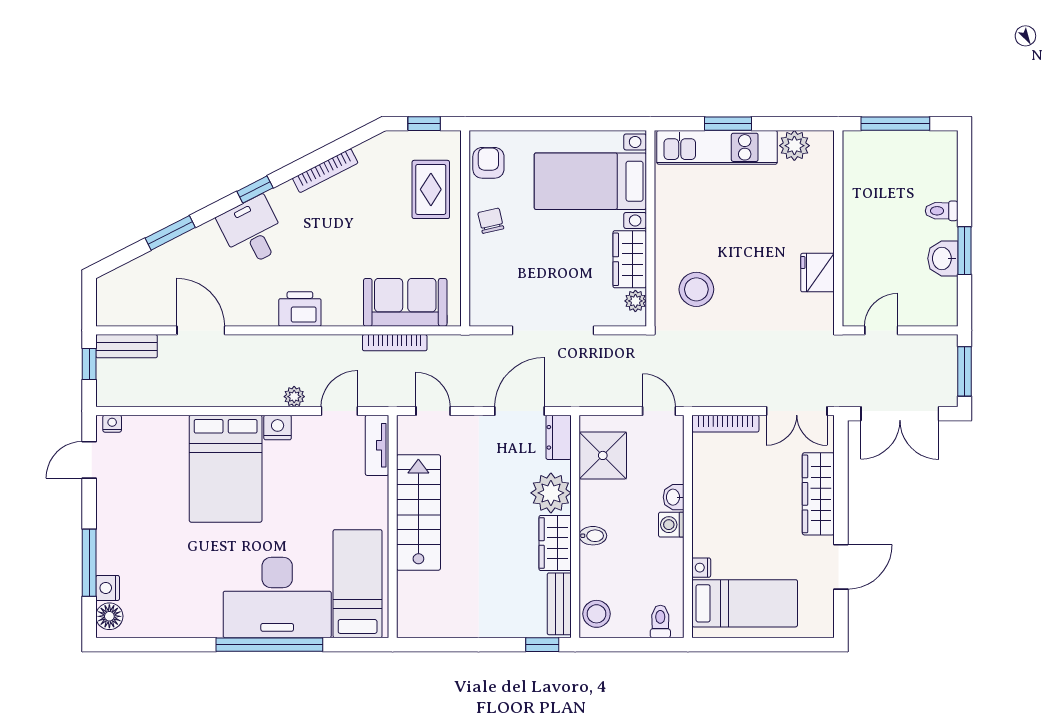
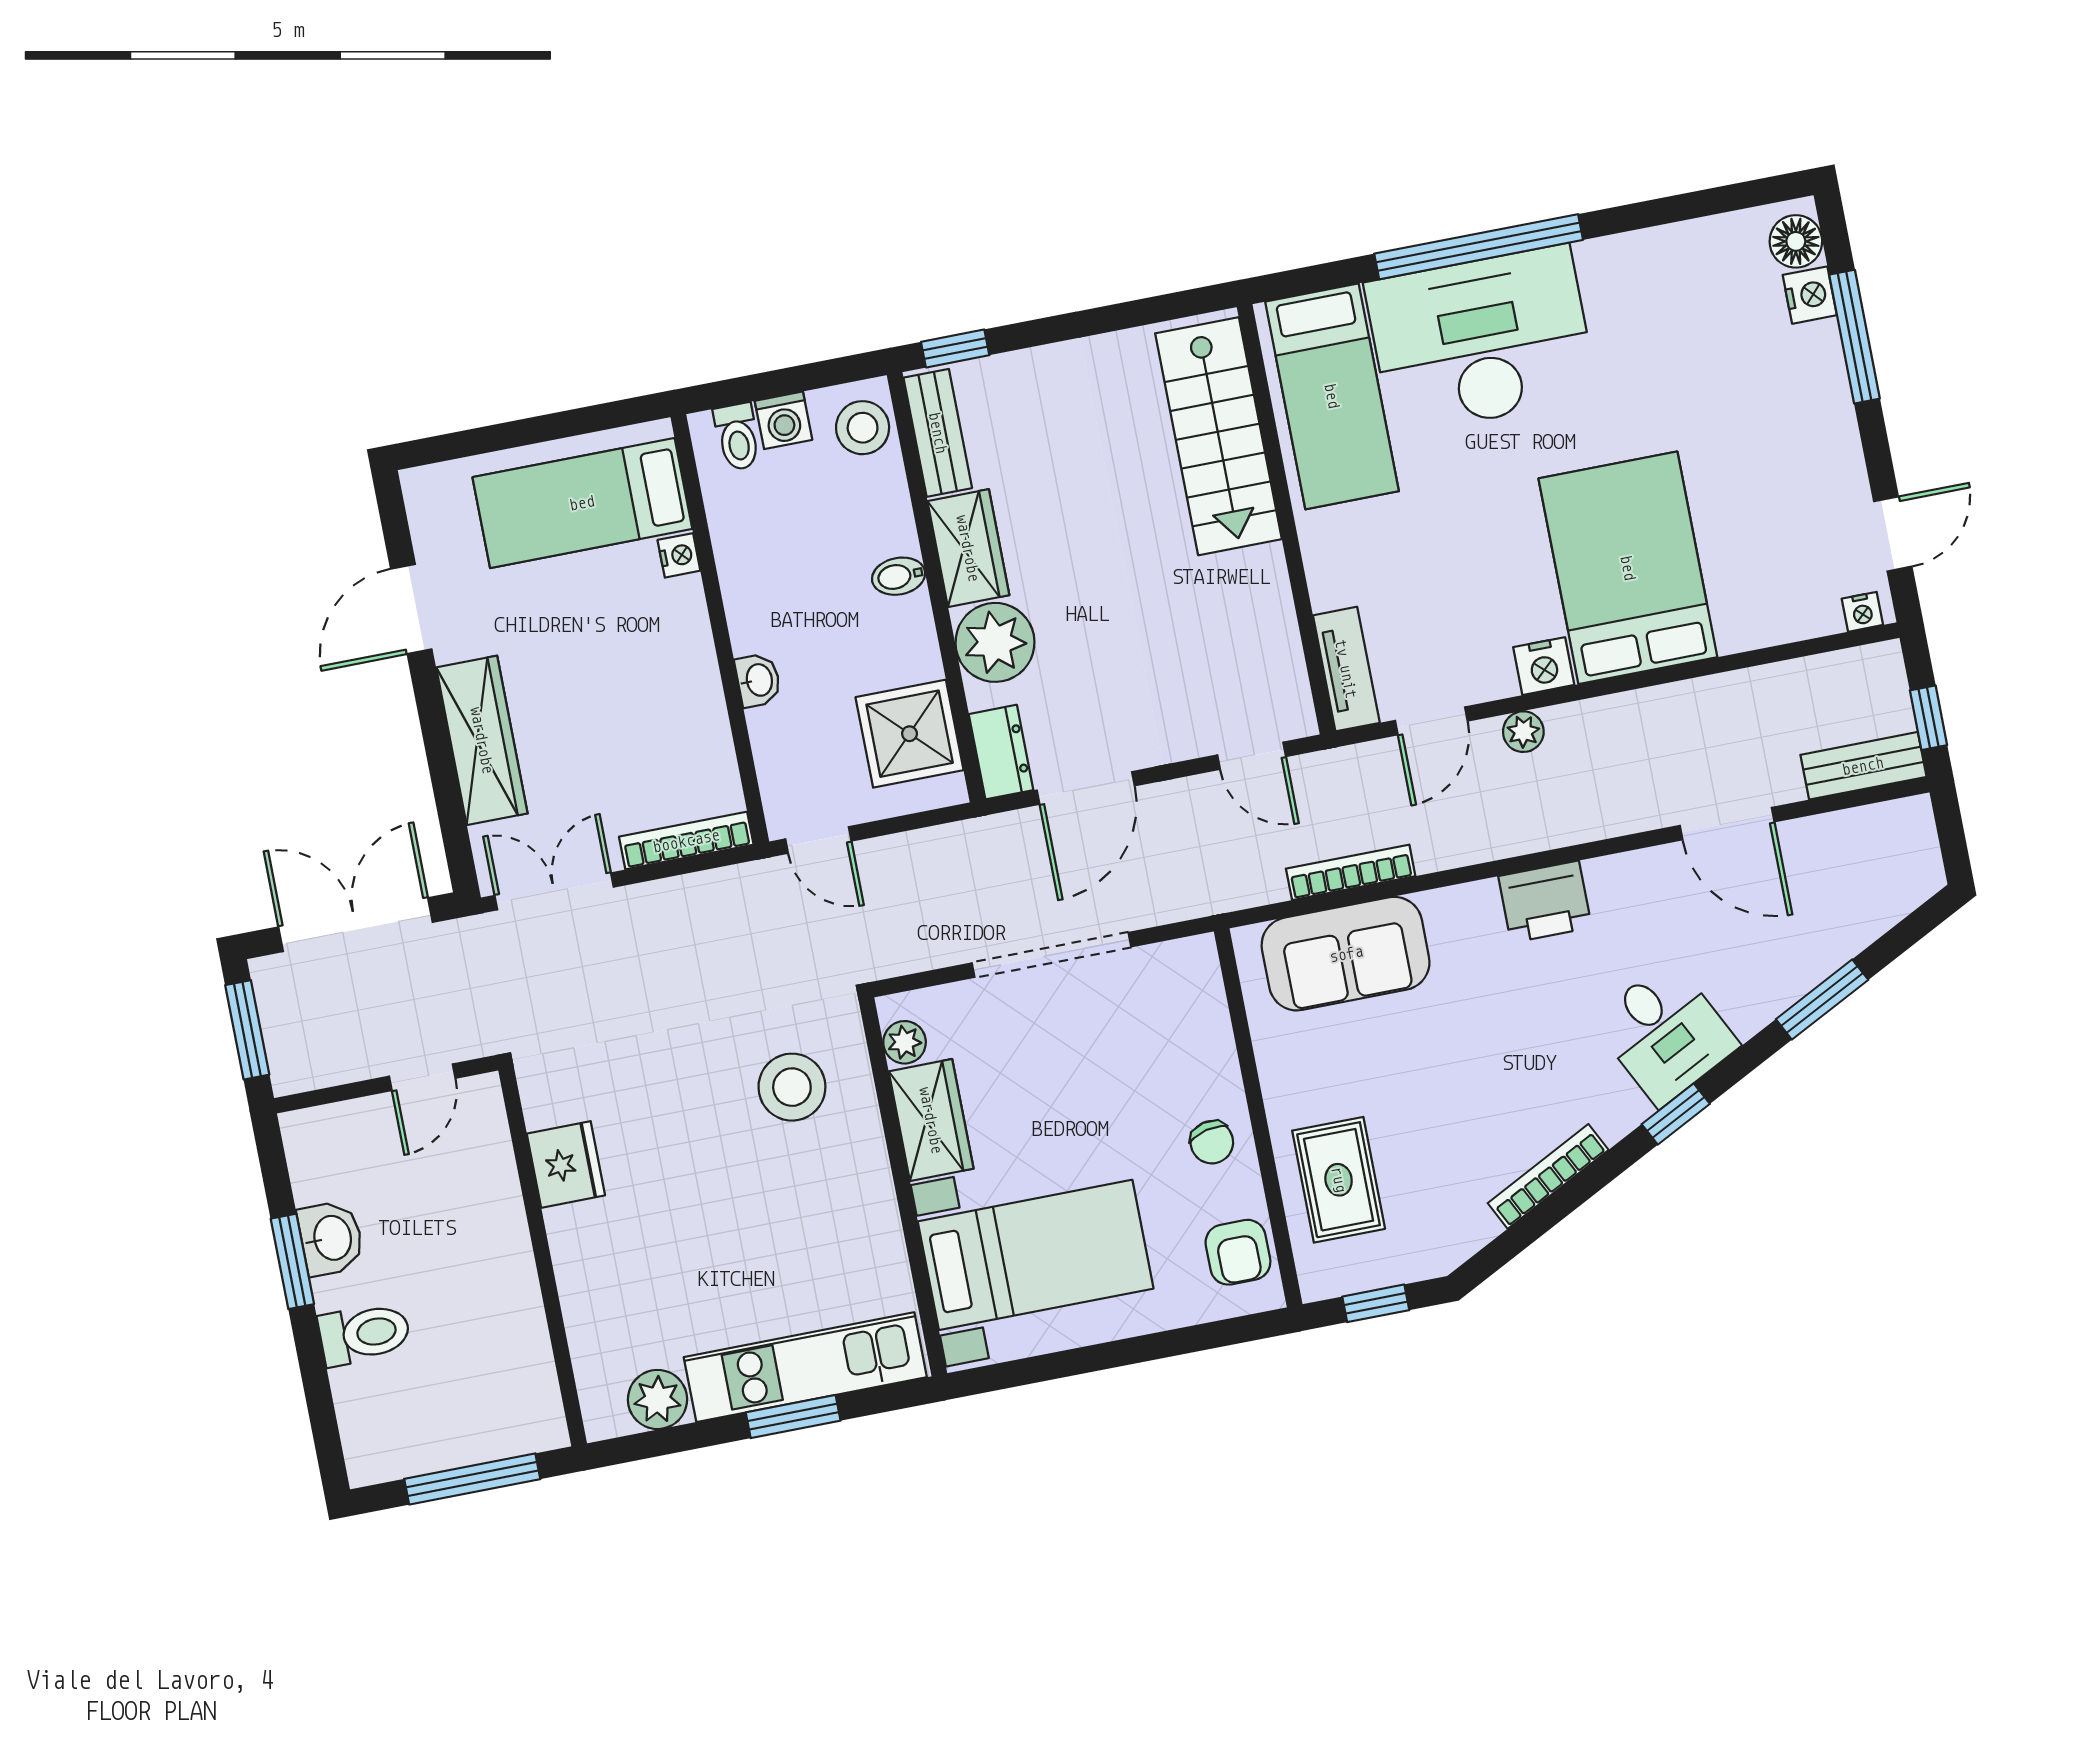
toilet: (942, 211) -> (364, 1334), width x1.37, depth x1.39
stairs: (418, 512) -> (1219, 436), moved
washing machine: (671, 525) -> (784, 420), moved, turned 90

